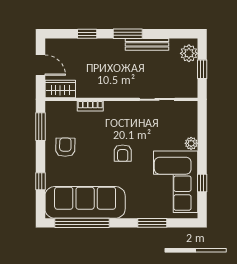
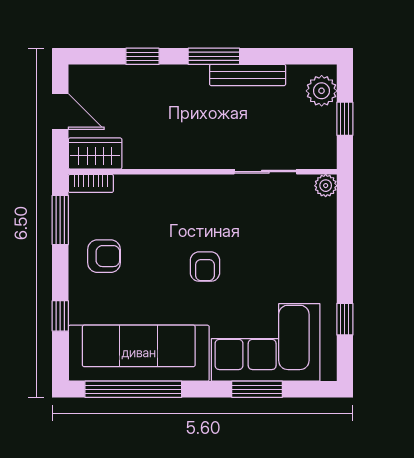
bookcase: (90, 106) -> (91, 183), moved
plant: (191, 143) -> (326, 186), moved
armchair: (65, 147) -> (104, 256), turned 89
corner sofa: (176, 182) -> (266, 342), moved, turned 90

